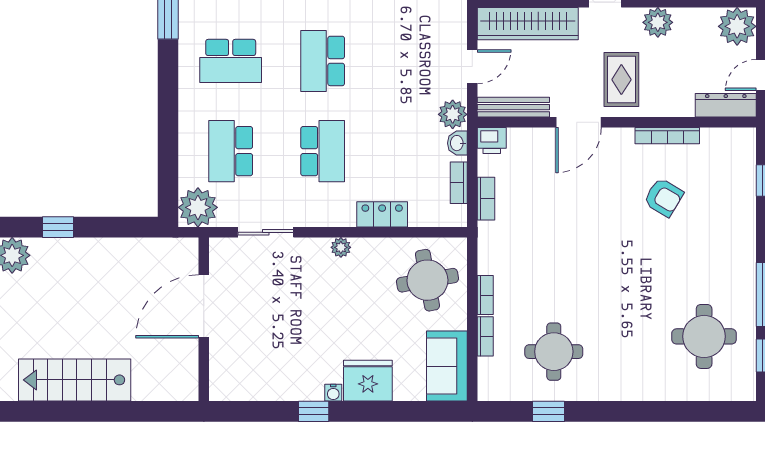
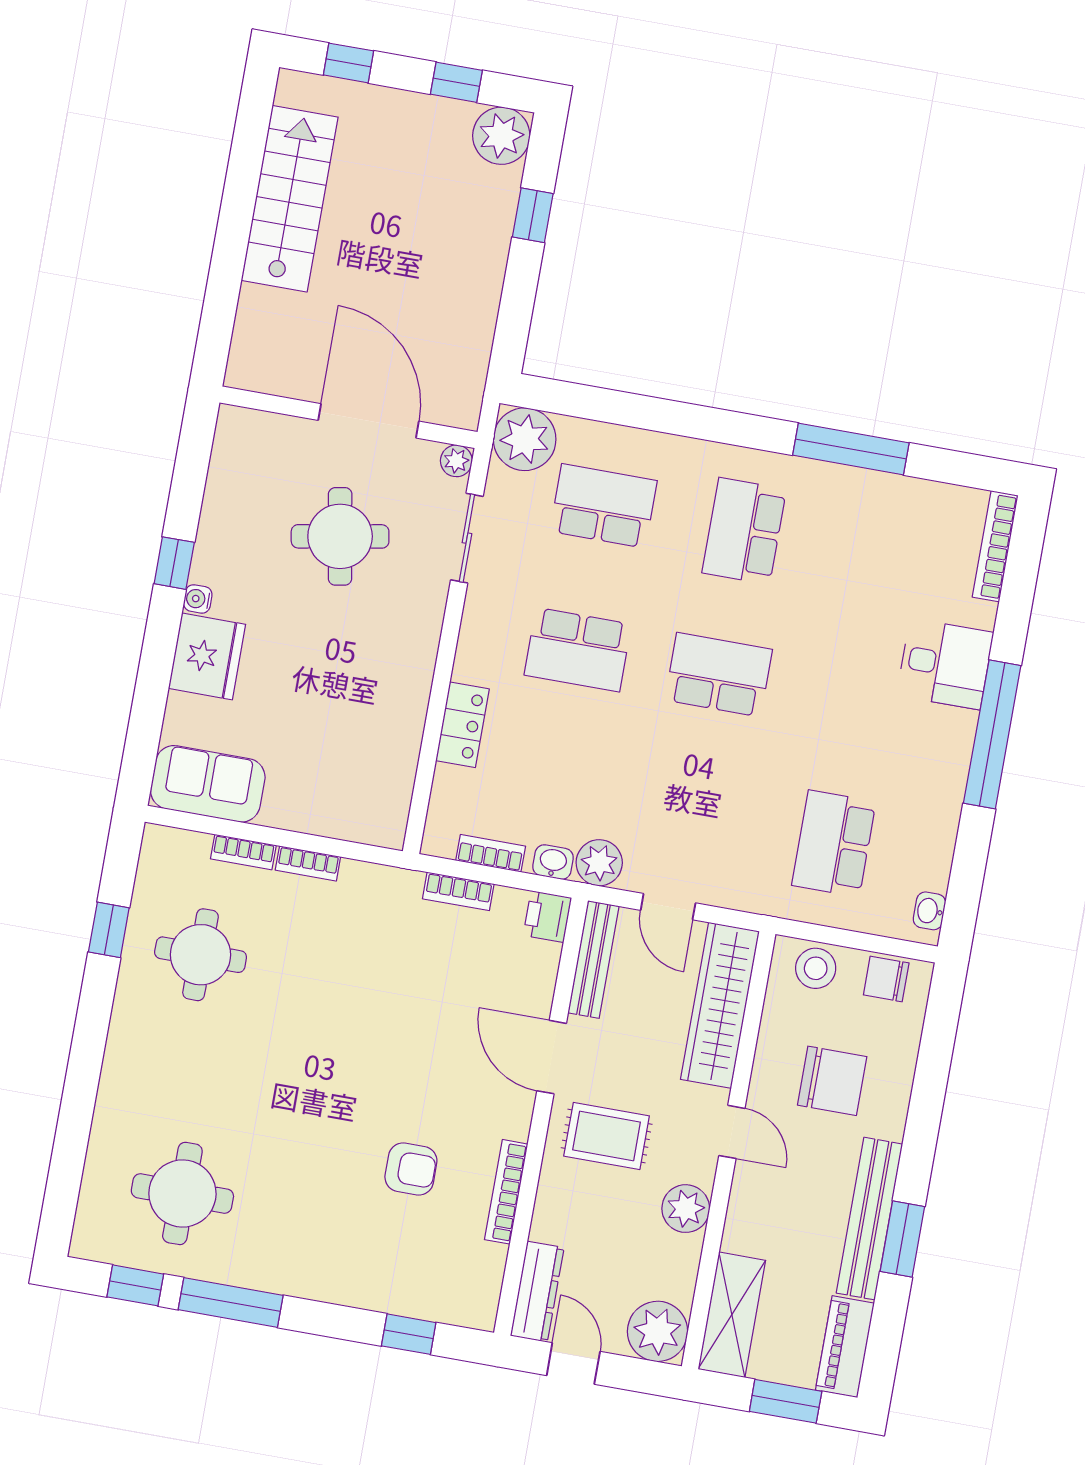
armchair: (664, 197) -> (411, 1169), turned -121
plant: (341, 247) -> (456, 461), moved
round table: (427, 280) -> (340, 536), moved

